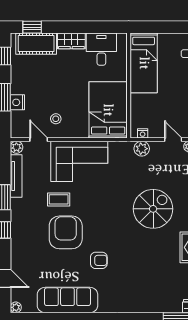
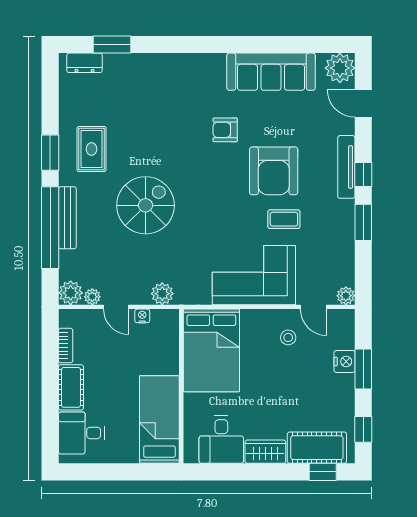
nightstand: (143, 133) -> (142, 316), moved
tv unit: (16, 176) -> (346, 167), moved
spiral stairs: (153, 209) -> (146, 205), turned 180
plant: (16, 307) -> (340, 68), width x1.87, depth x1.87

